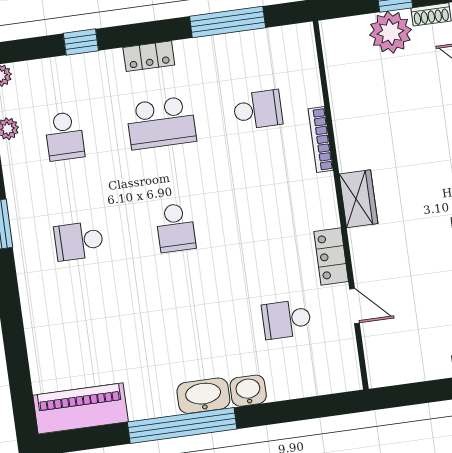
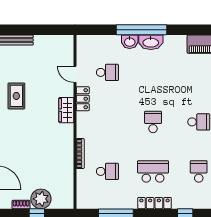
locker: (149, 56) -> (155, 203), width x1.53
school desk: (258, 110) -> (107, 171), turned 180
wardrobe: (359, 199) -> (66, 110), moved
window: (182, 425) -> (141, 30), moved

